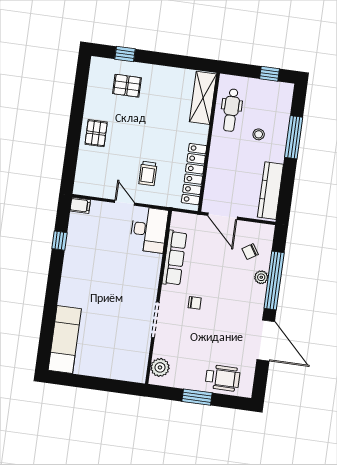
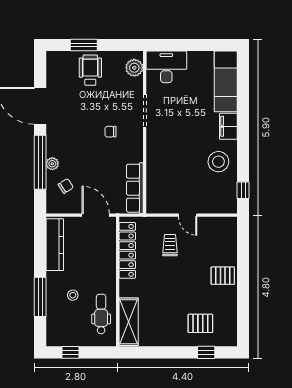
pallet: (96, 133) -> (223, 276), turned 90
filing cabinet: (80, 205) -> (228, 126), moved, width x2.00
desk: (149, 230) -> (166, 67), moved, turned 90
window: (59, 241) -> (243, 190), moved
stool: (84, 255) -> (218, 162), added
row of seats: (174, 258) -> (135, 188), moved
wheelchair: (223, 378) -> (90, 70), moved, turned 90
window: (197, 397) -> (84, 45), moved

